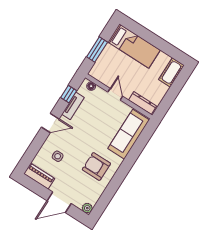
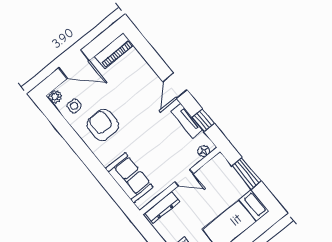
sofa: (129, 134) -> (129, 178), width x0.73
side table: (58, 156) -> (74, 106), moved
armchair: (96, 166) -> (103, 125), turned -90
door: (59, 202) -> (74, 64), swing flipped

